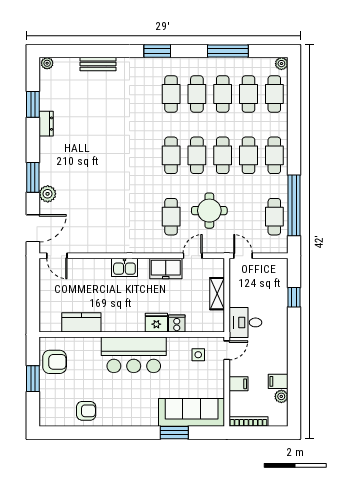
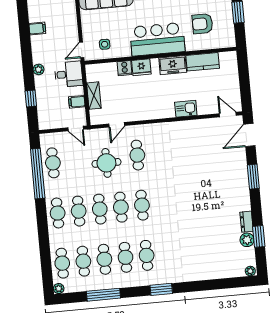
bench: (98, 64) -> (209, 274), removed
plant: (48, 194) -> (247, 240), moved
kitchen sink: (124, 267) -> (186, 109), moved
freezer: (166, 268) -> (173, 65), moved, turned 180
armchair: (55, 362) -> (202, 24), moved
filing cabinet: (239, 384) -> (77, 102), moved
plant: (281, 396) -> (39, 69), moved

